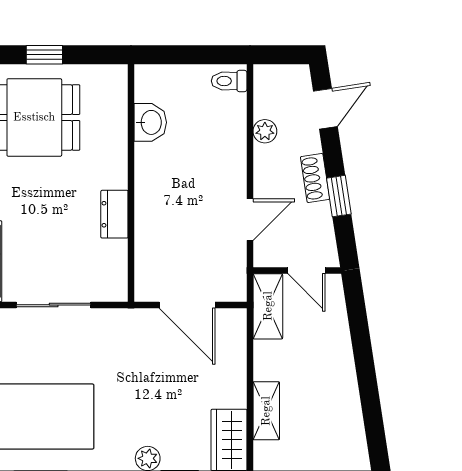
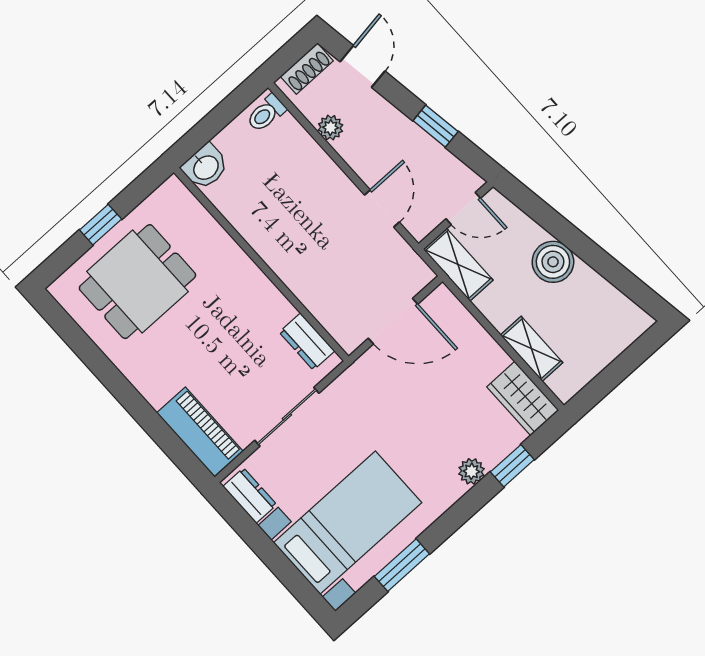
washbasin: (150, 122) -> (205, 167), moved, turned 90
shoe rack: (315, 178) -> (307, 69), moved, turned -81
dresser: (114, 214) -> (307, 342), moved
boiler: (335, 364) -> (553, 262), added

